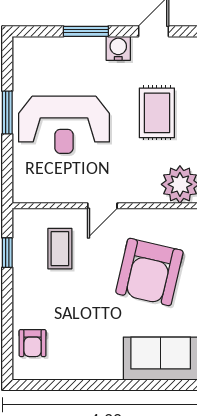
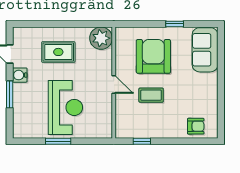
coffee table: (60, 249) -> (151, 95), moved
armchair: (149, 272) -> (153, 56), turned -103

